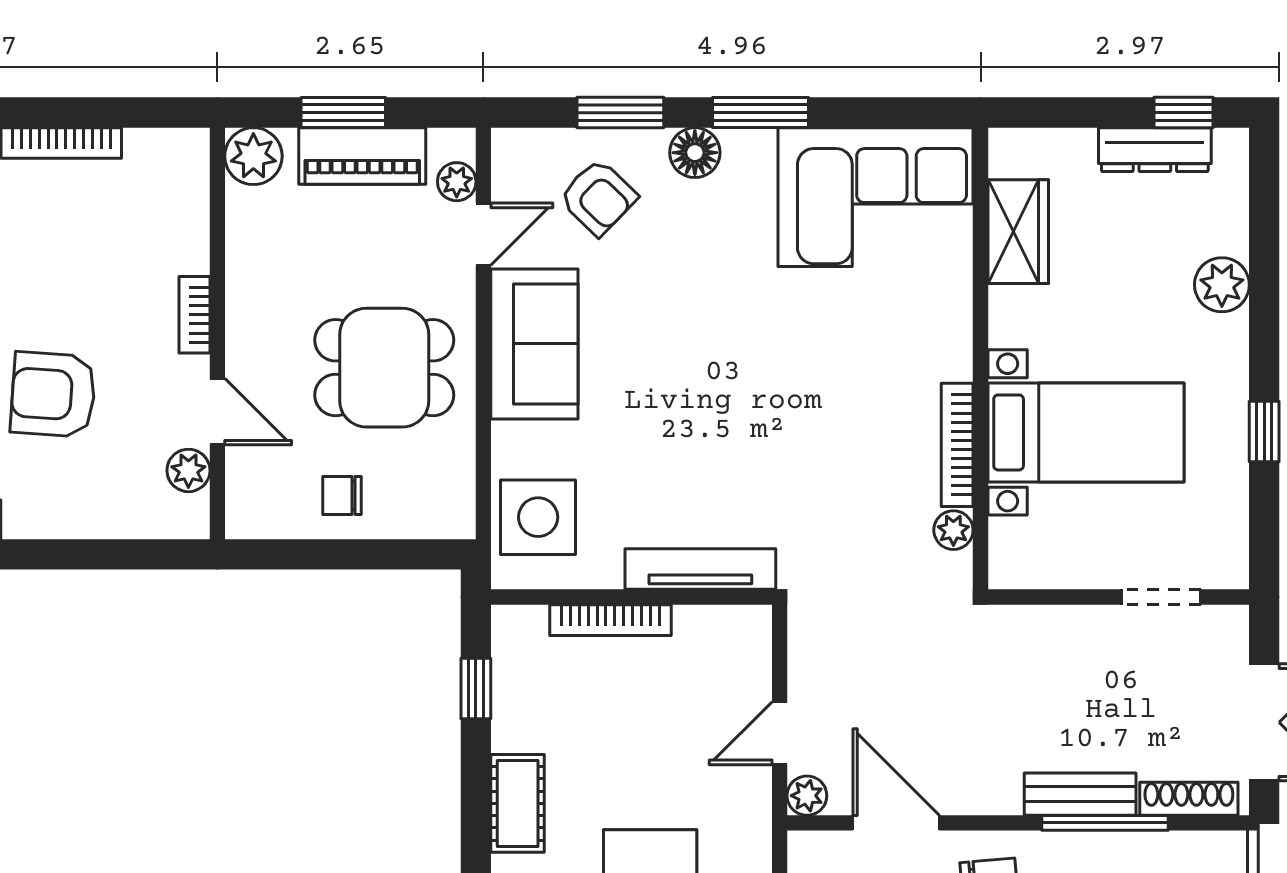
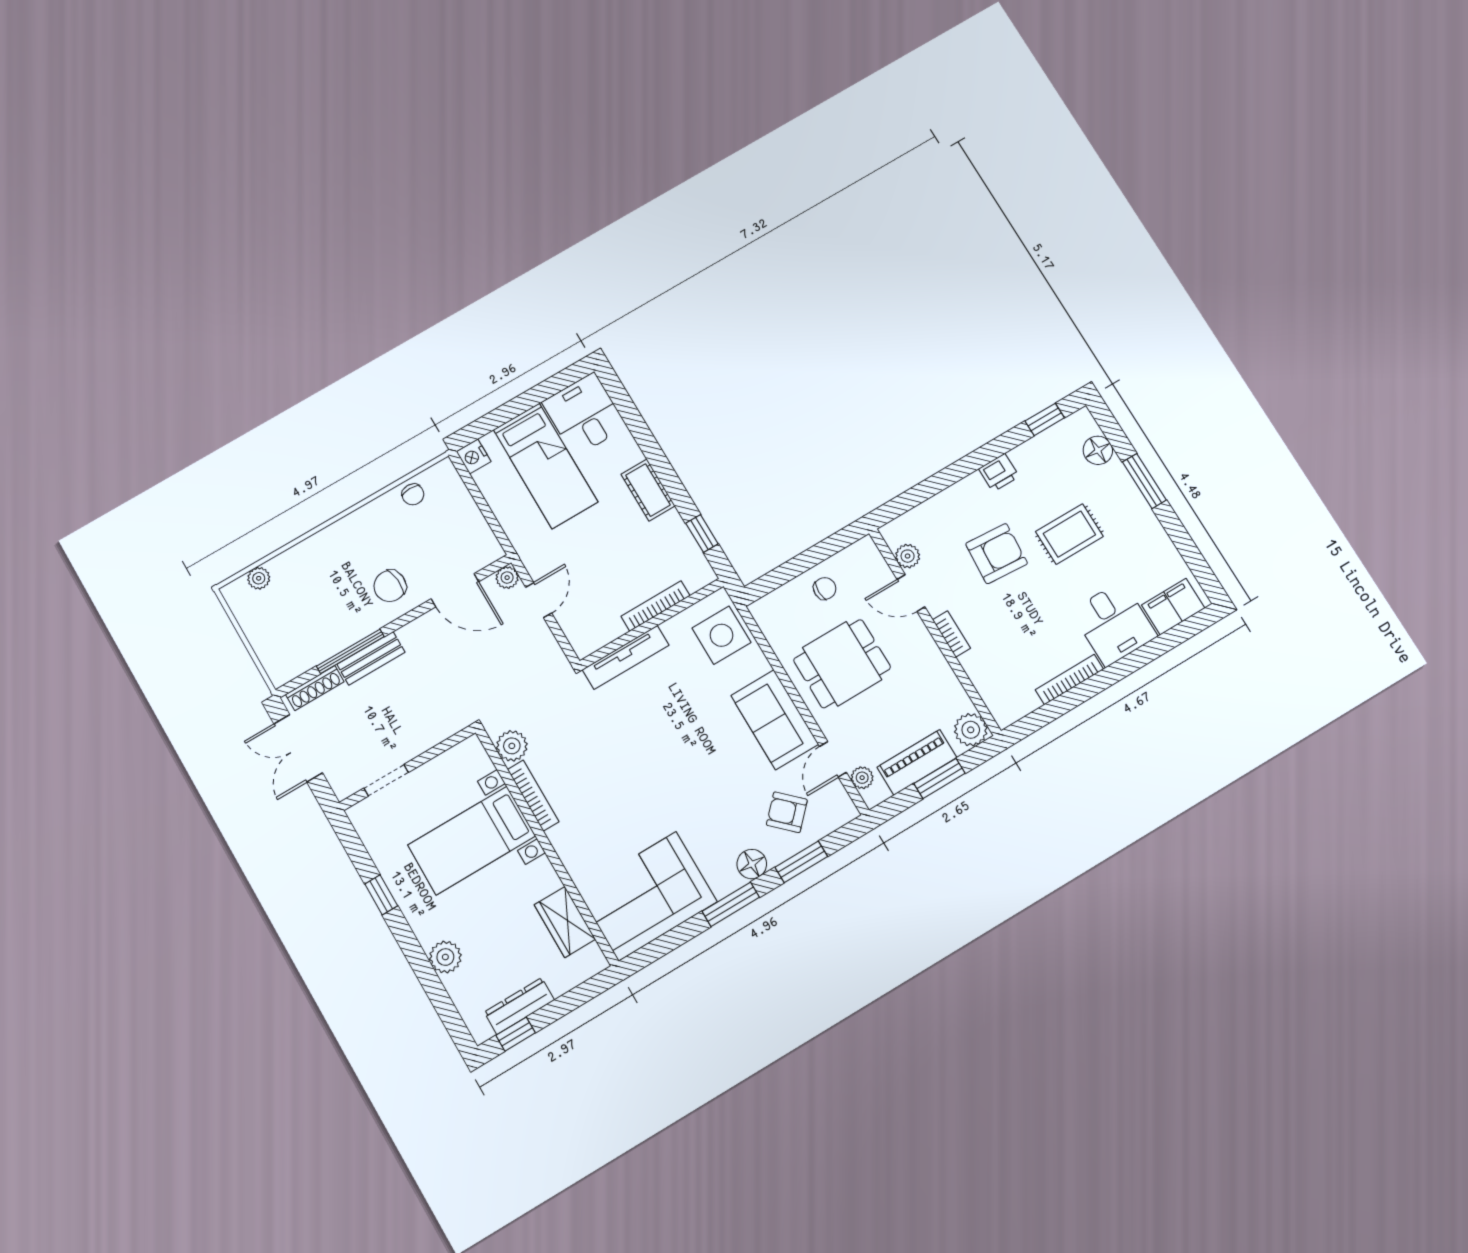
plant: (953, 530) -> (512, 746), width x1.38, depth x1.38

